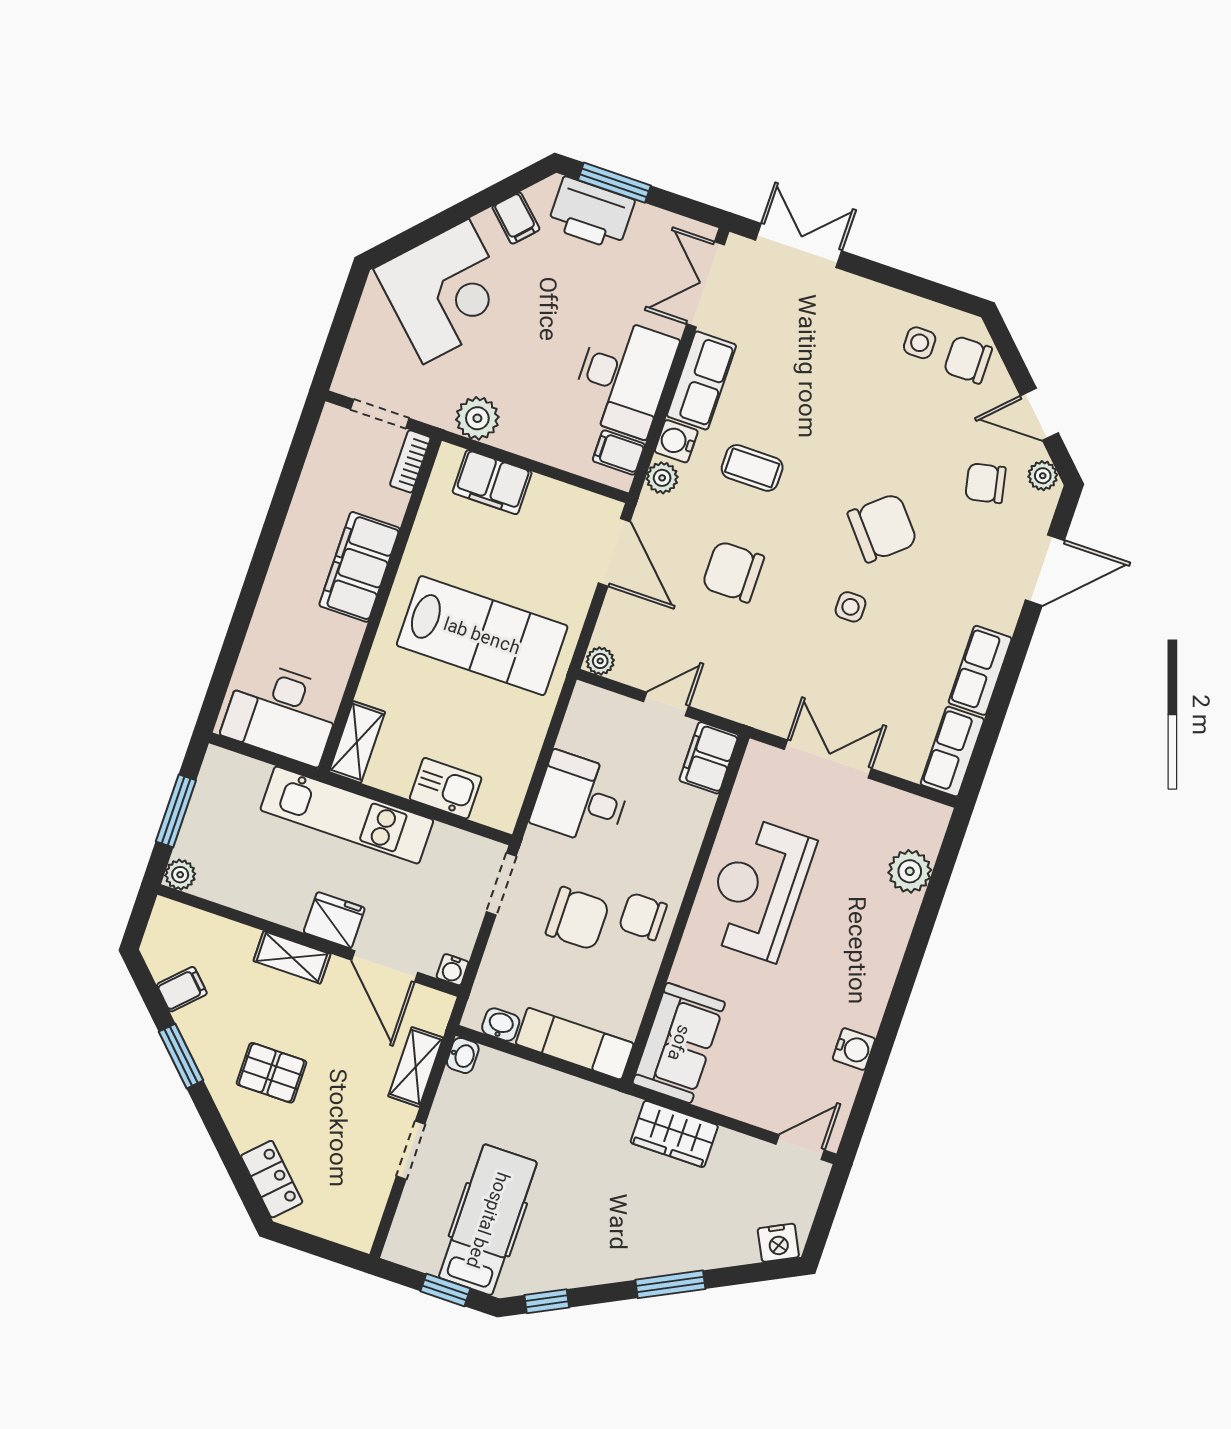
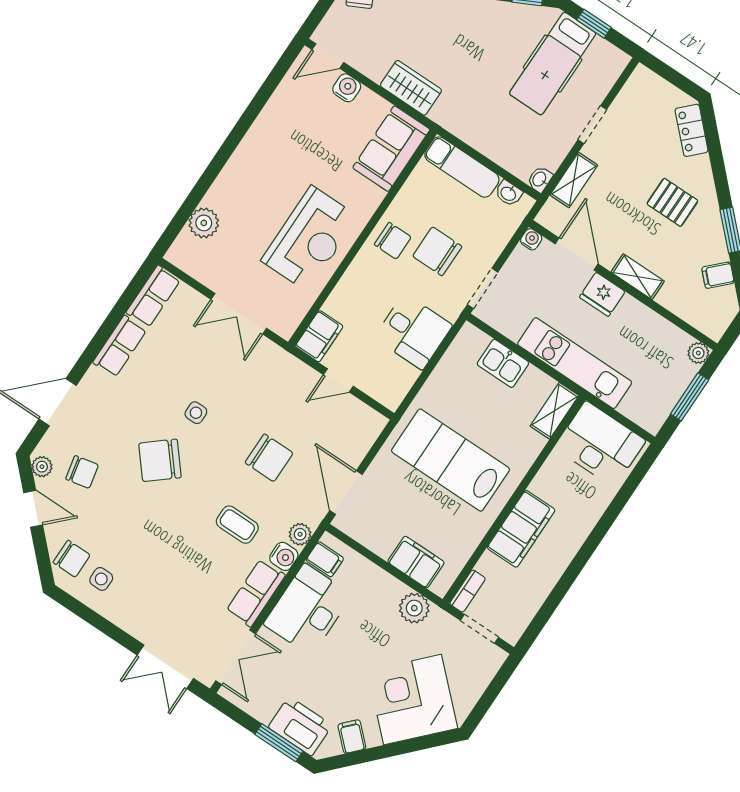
plant: (600, 661) -> (375, 421), removed
water cooler: (854, 1049) -> (347, 88), moved, turned 90

